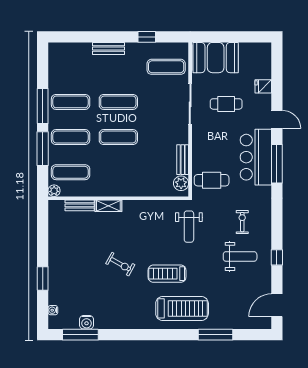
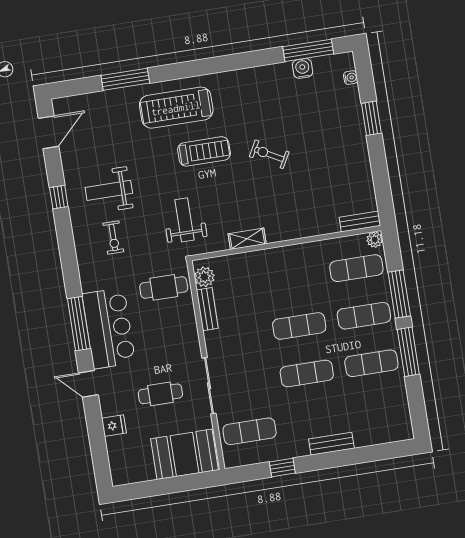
bench: (80, 205) -> (360, 221), moved
shelving: (108, 206) -> (247, 239), moved

